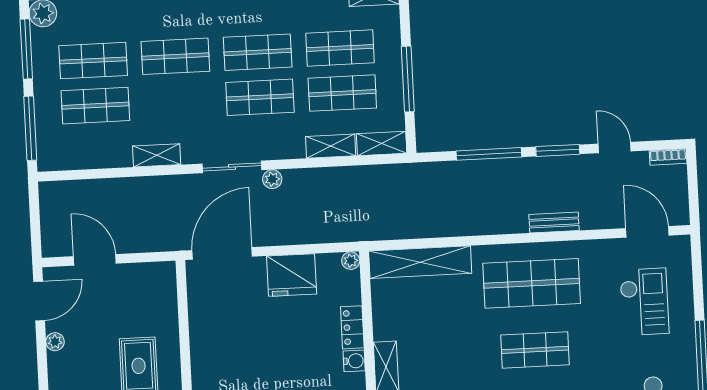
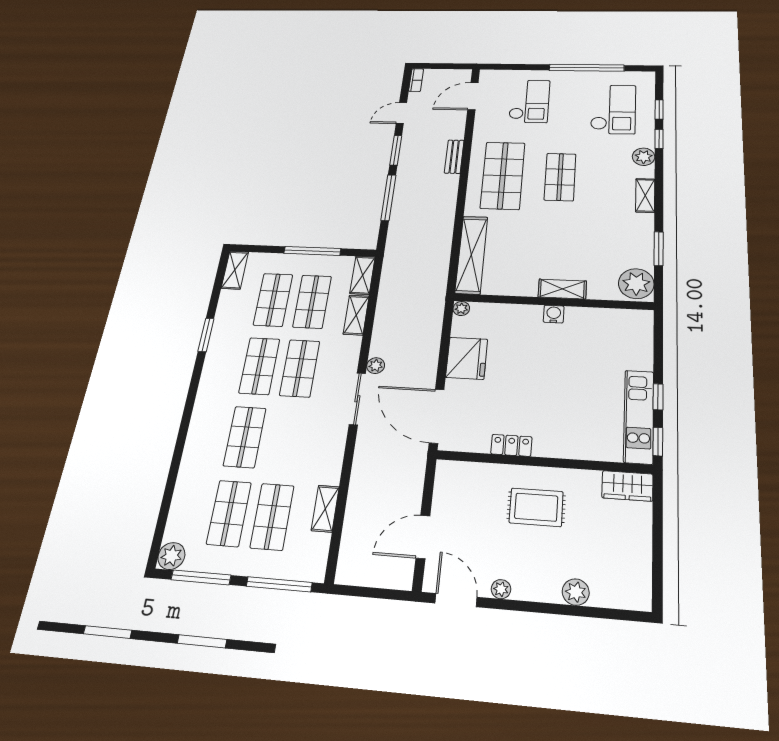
shelving: (157, 155) -> (325, 509), moved
checkout: (644, 302) -> (529, 101), turned 90
locker: (352, 327) -> (511, 445), moved, turned 180

